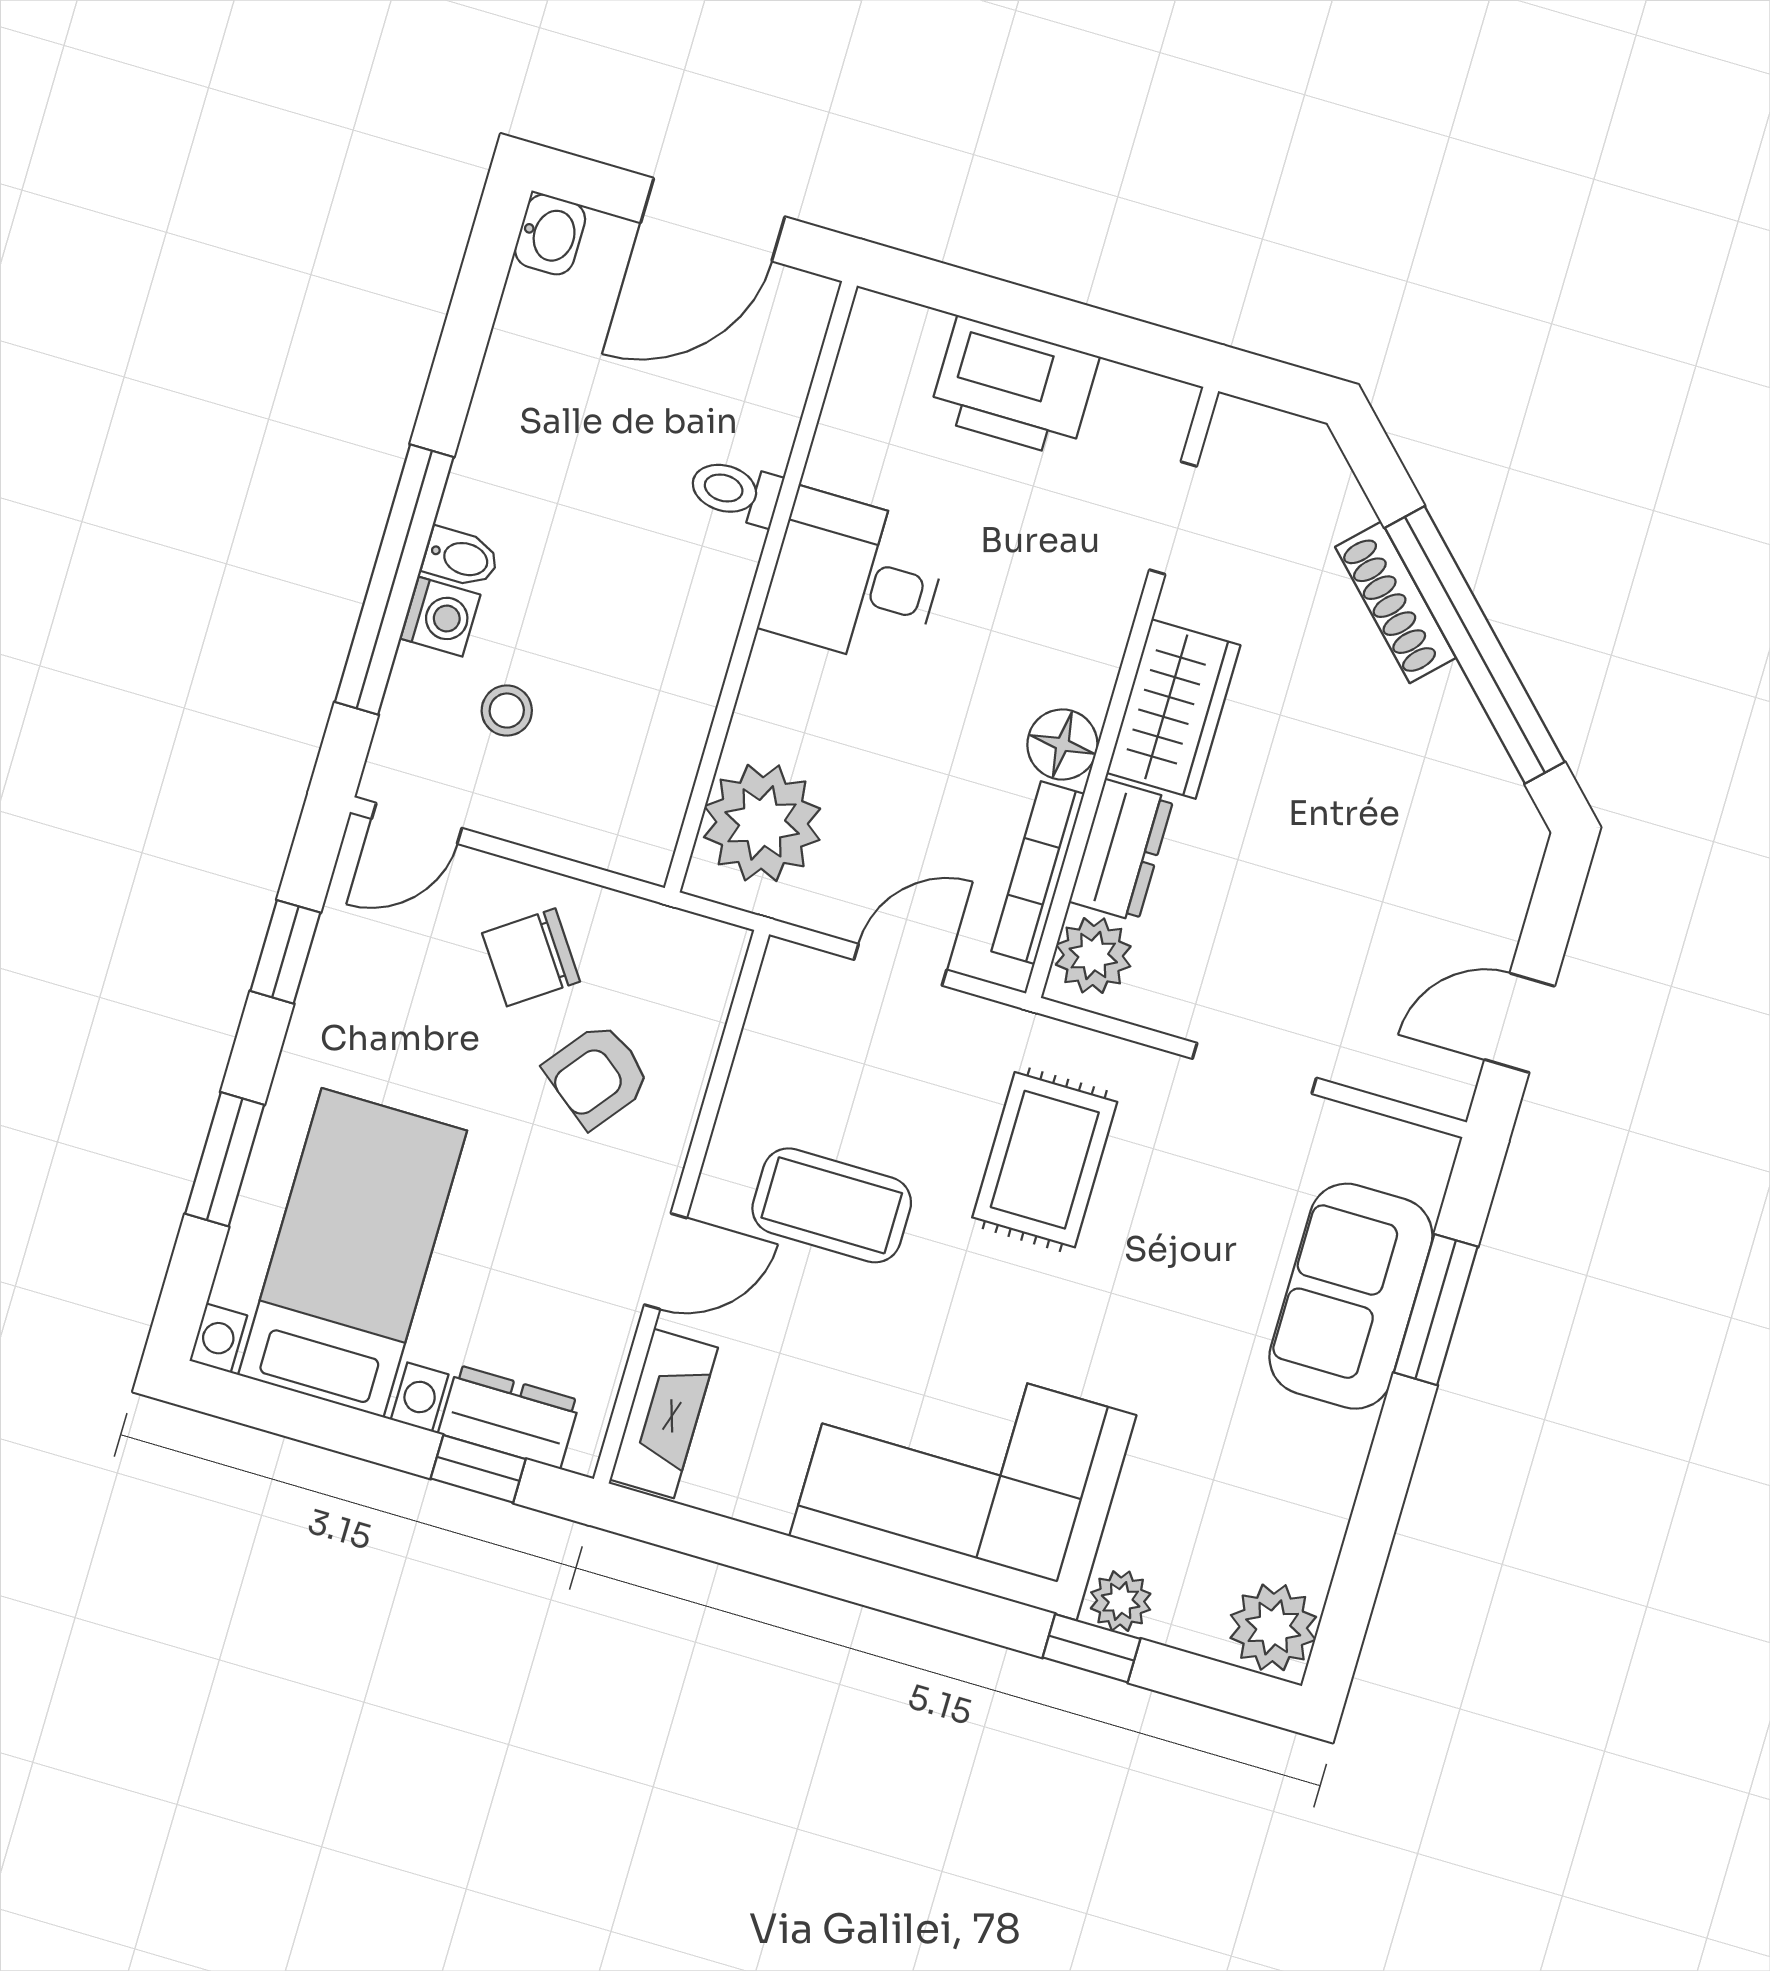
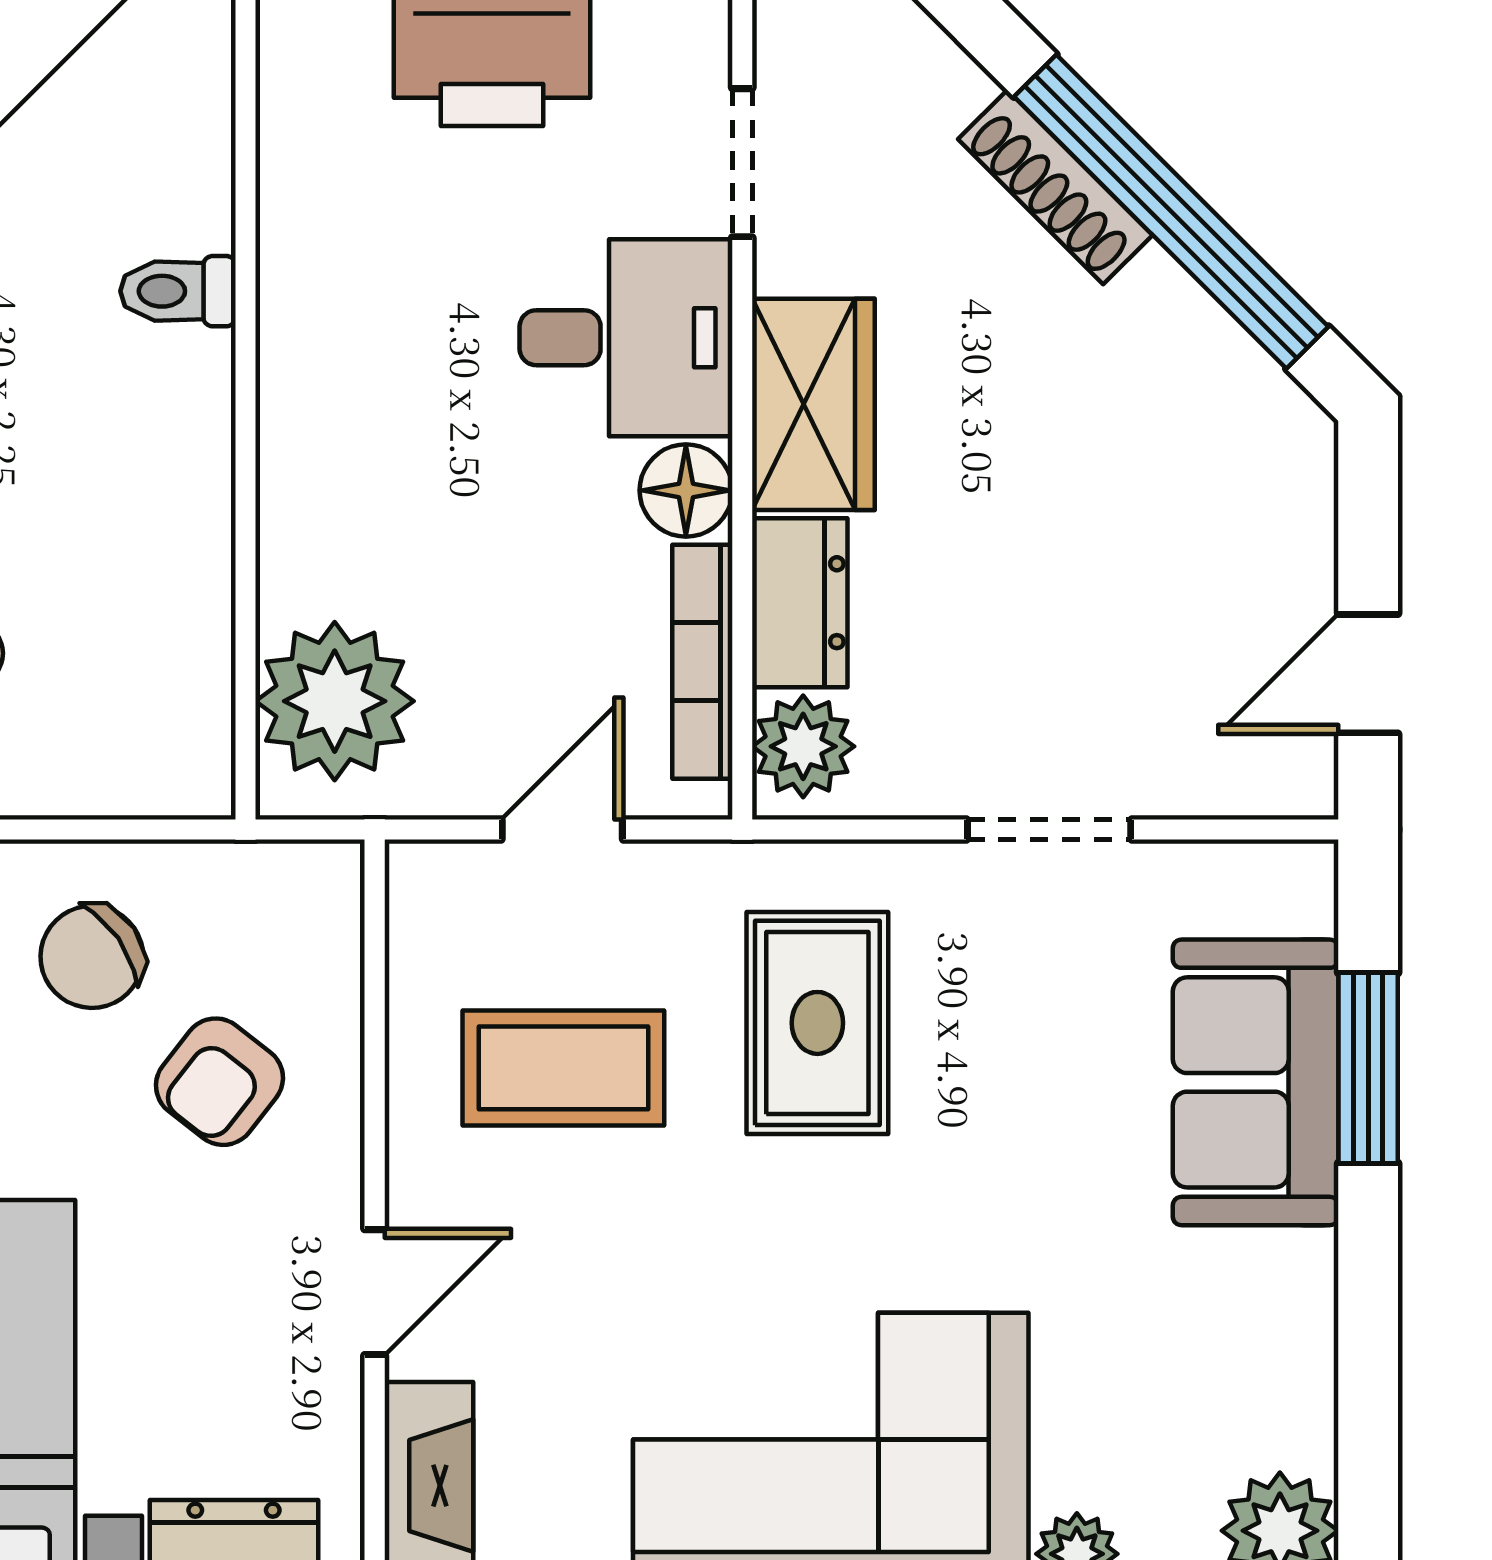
desk: (855, 579) -> (626, 338), moved, turned 180
coffee table: (832, 1205) -> (563, 1068), moved

